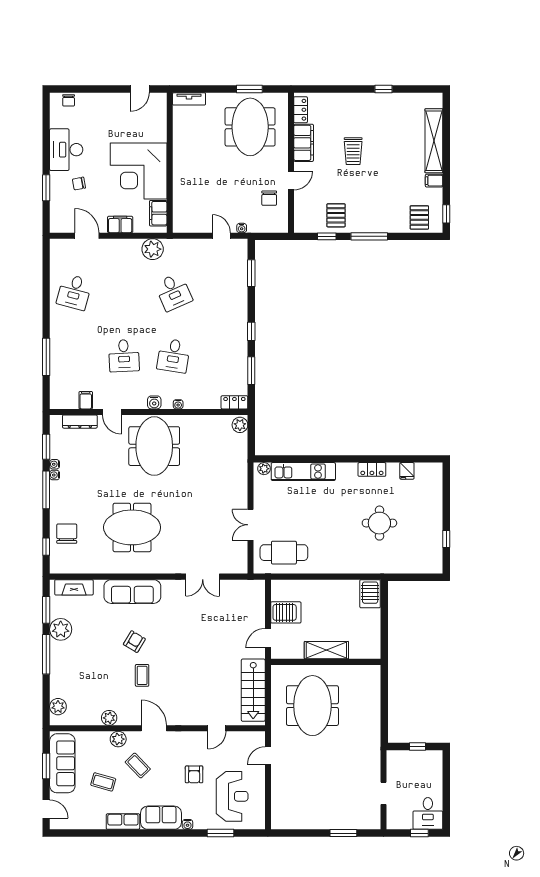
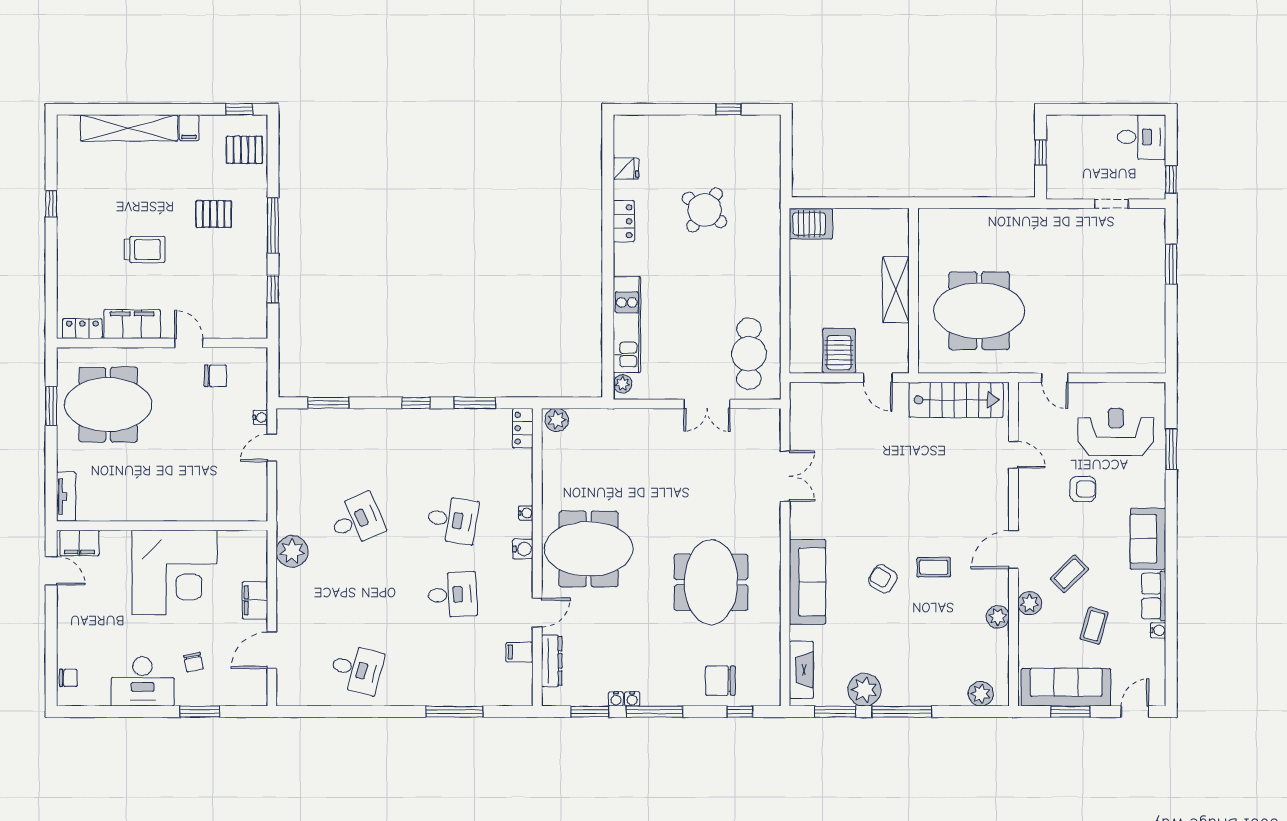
filing cabinet: (158, 213) -> (79, 543), moved
pallet: (336, 215) -> (214, 214), moved
round table: (379, 523) -> (704, 210), turned 36
water cooler: (188, 824) -> (1158, 630), moved
window: (419, 833) -> (1171, 179), moved

